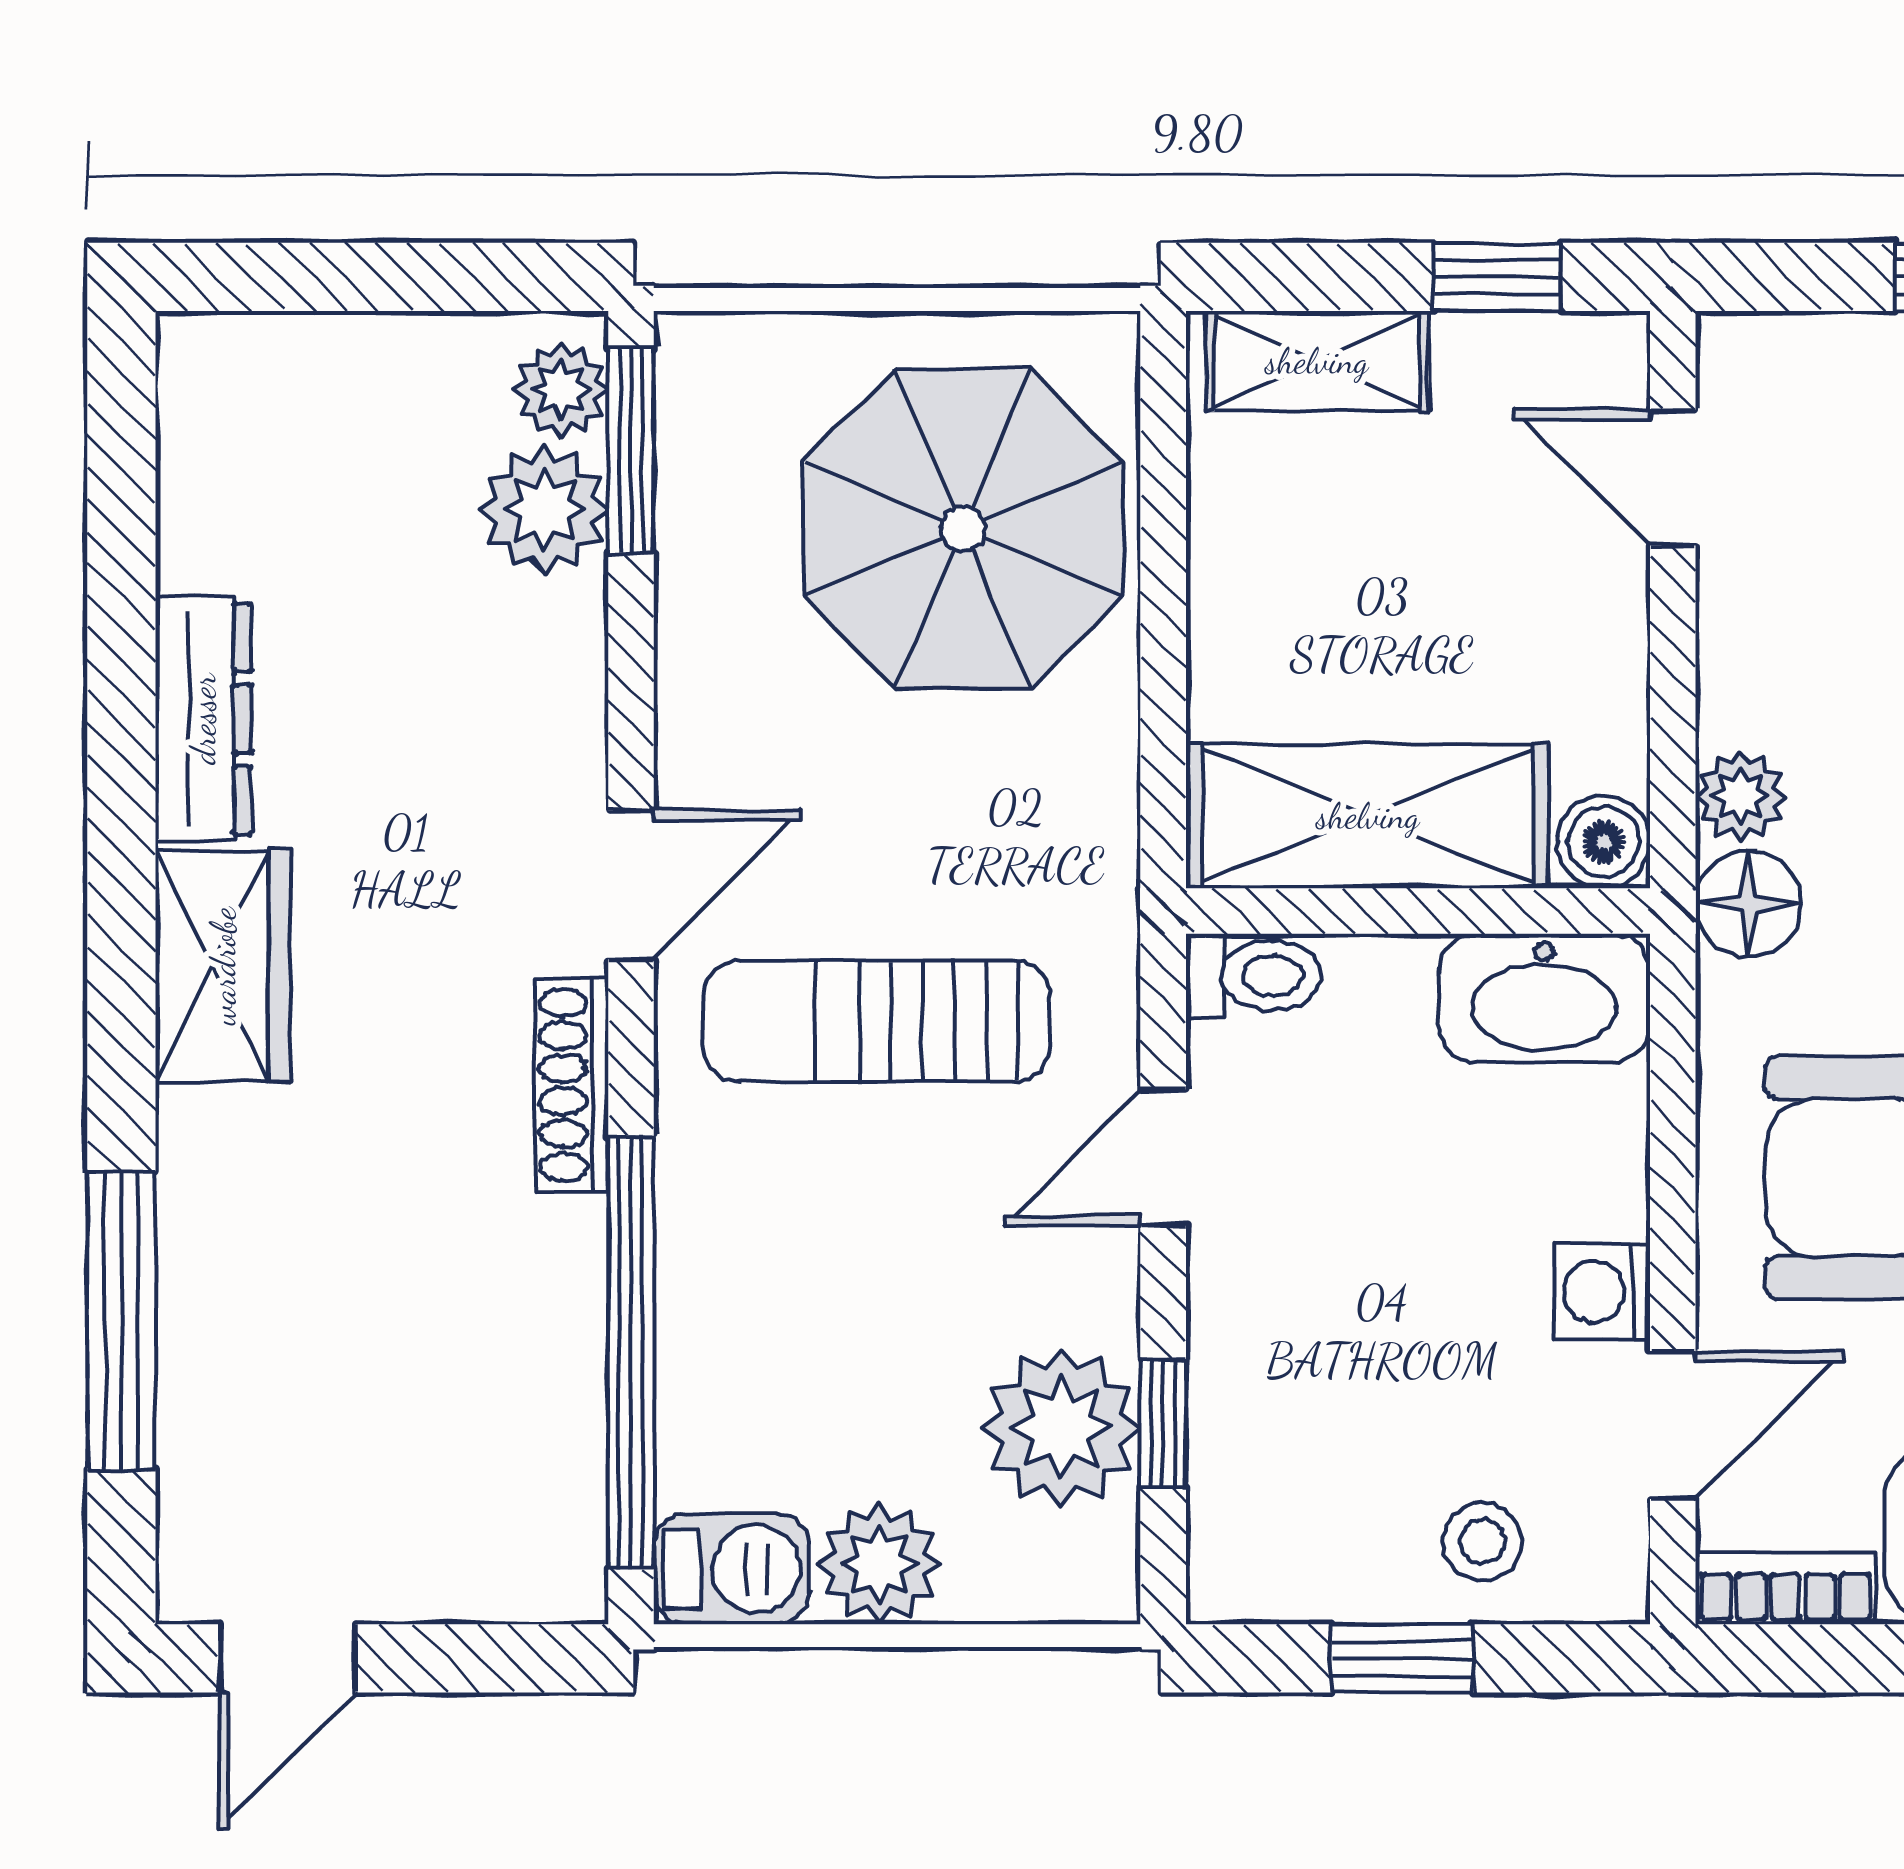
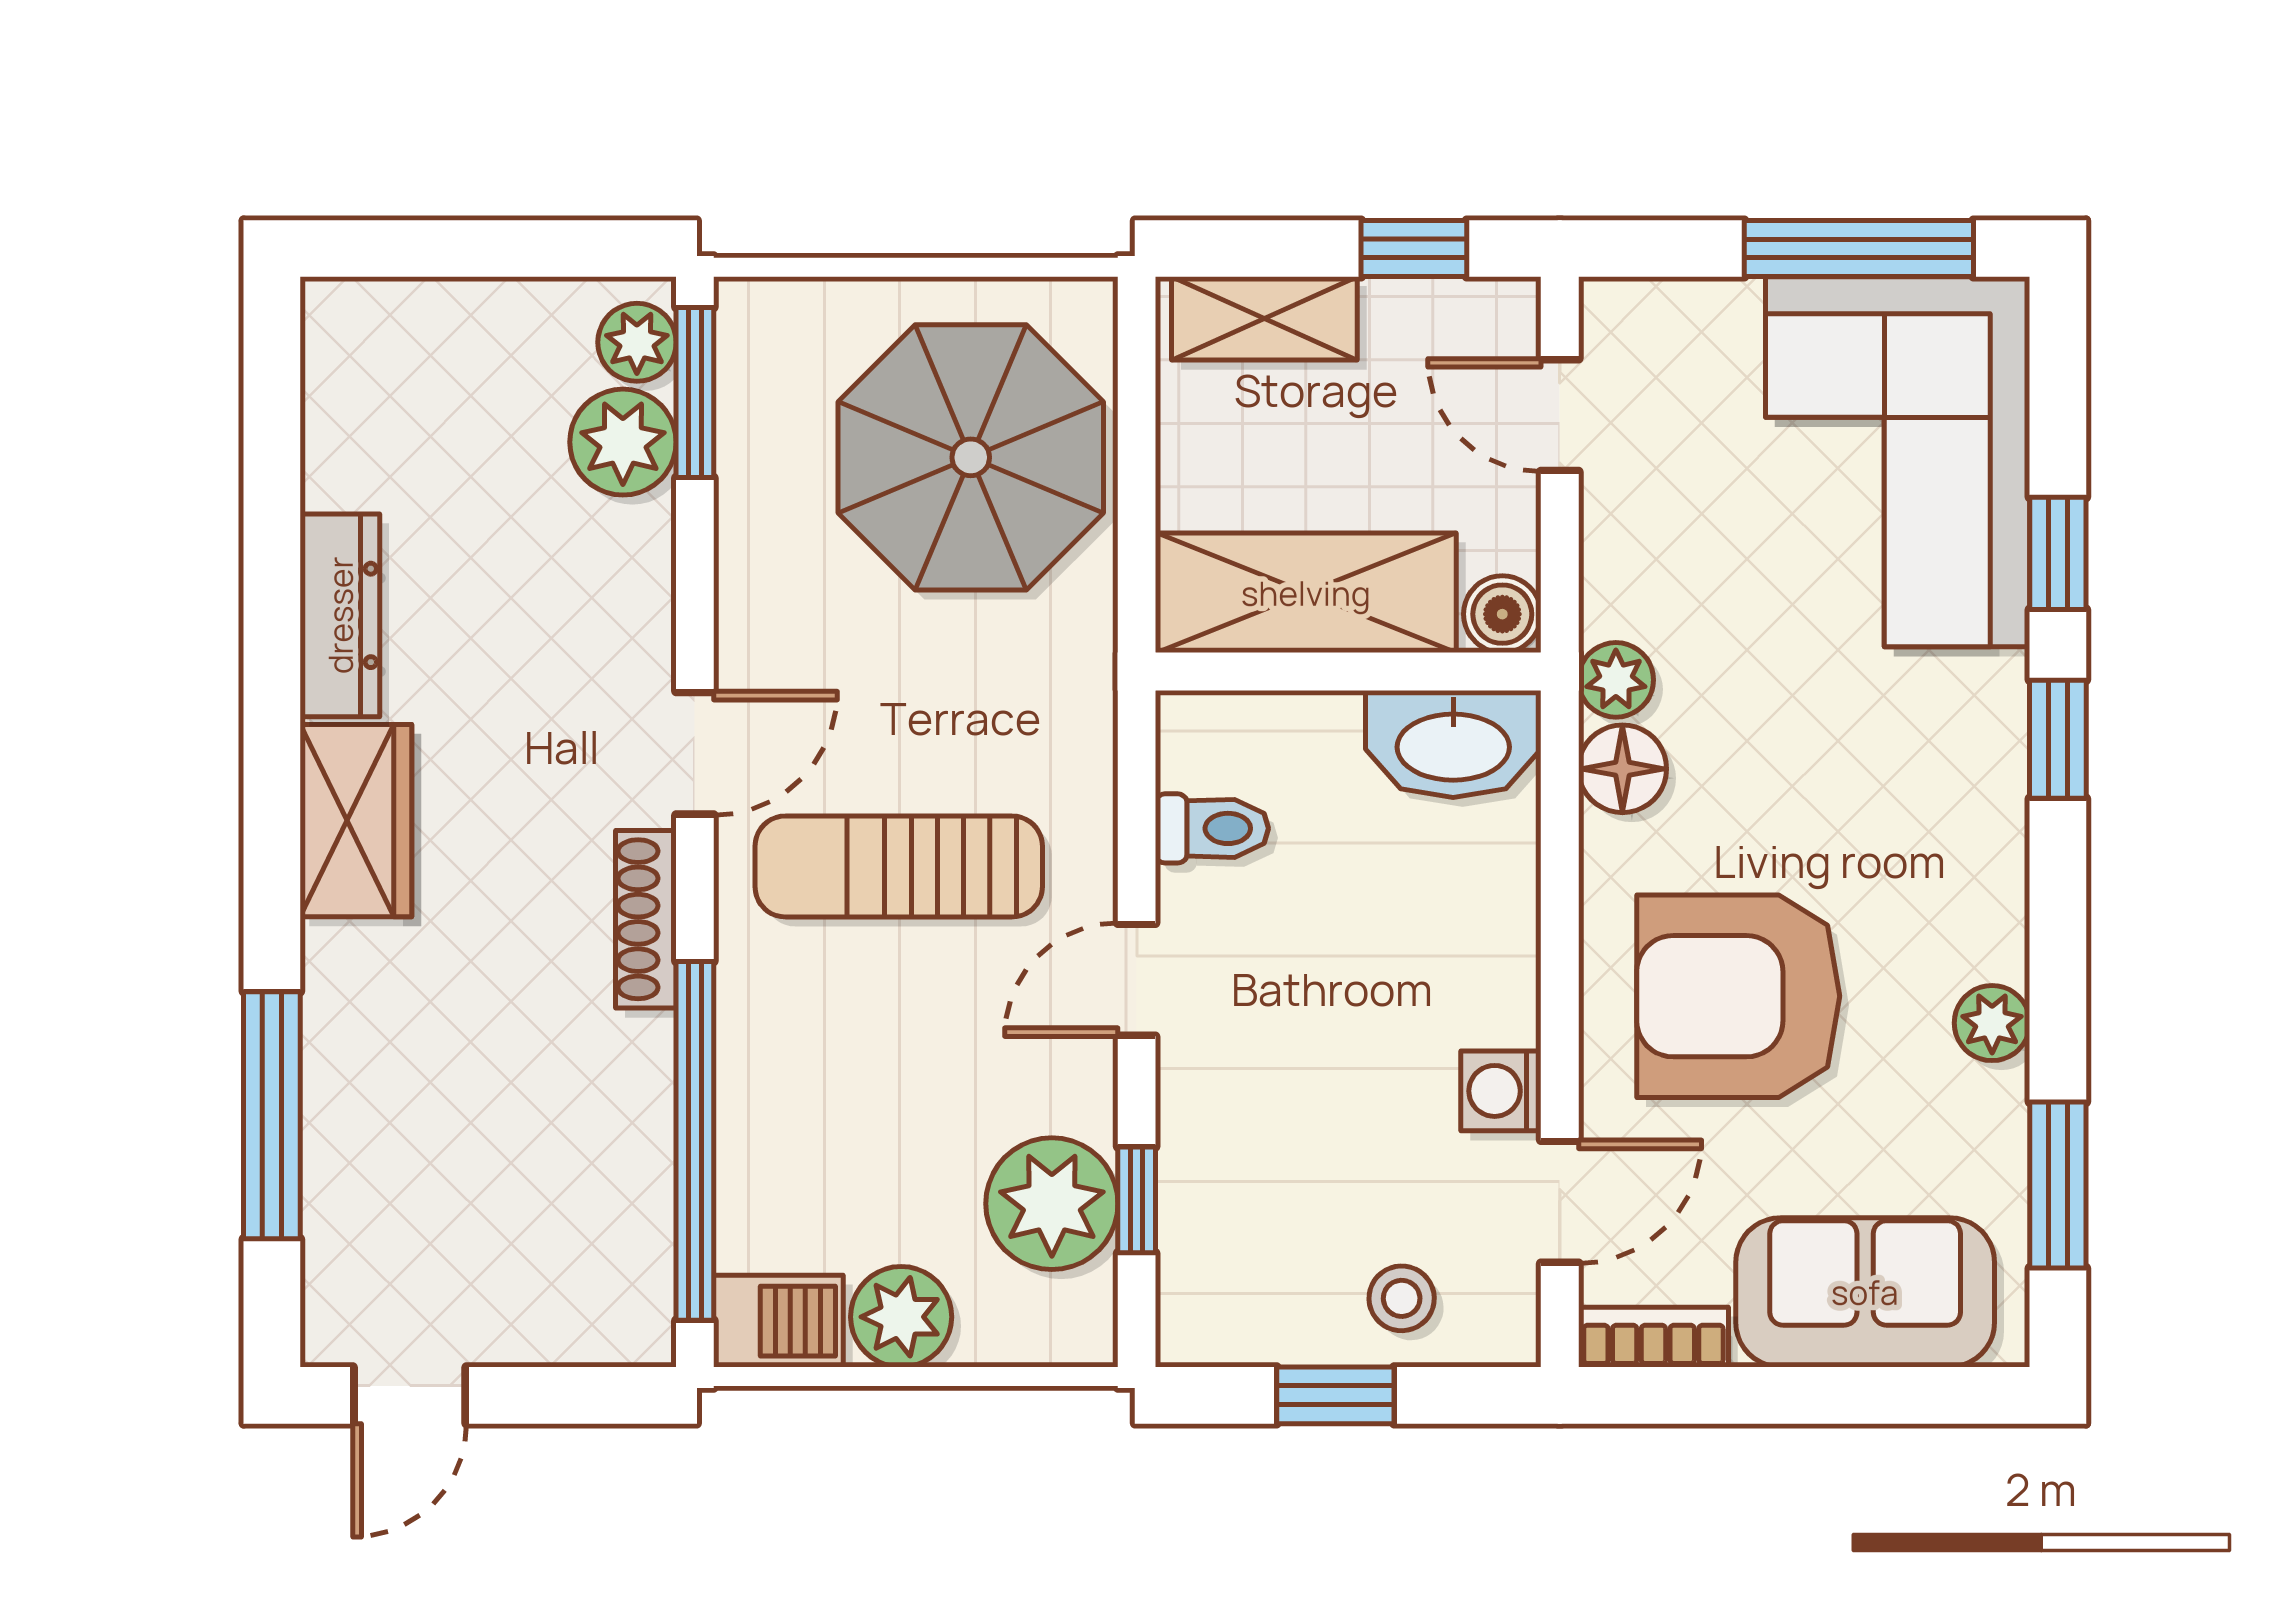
shelving: (1368, 816) -> (1306, 593), moved
boiler: (1604, 842) -> (1502, 614), moved
wall: (1418, 911) -> (1348, 672), moved
washbasin: (1544, 998) -> (1453, 744), moved

